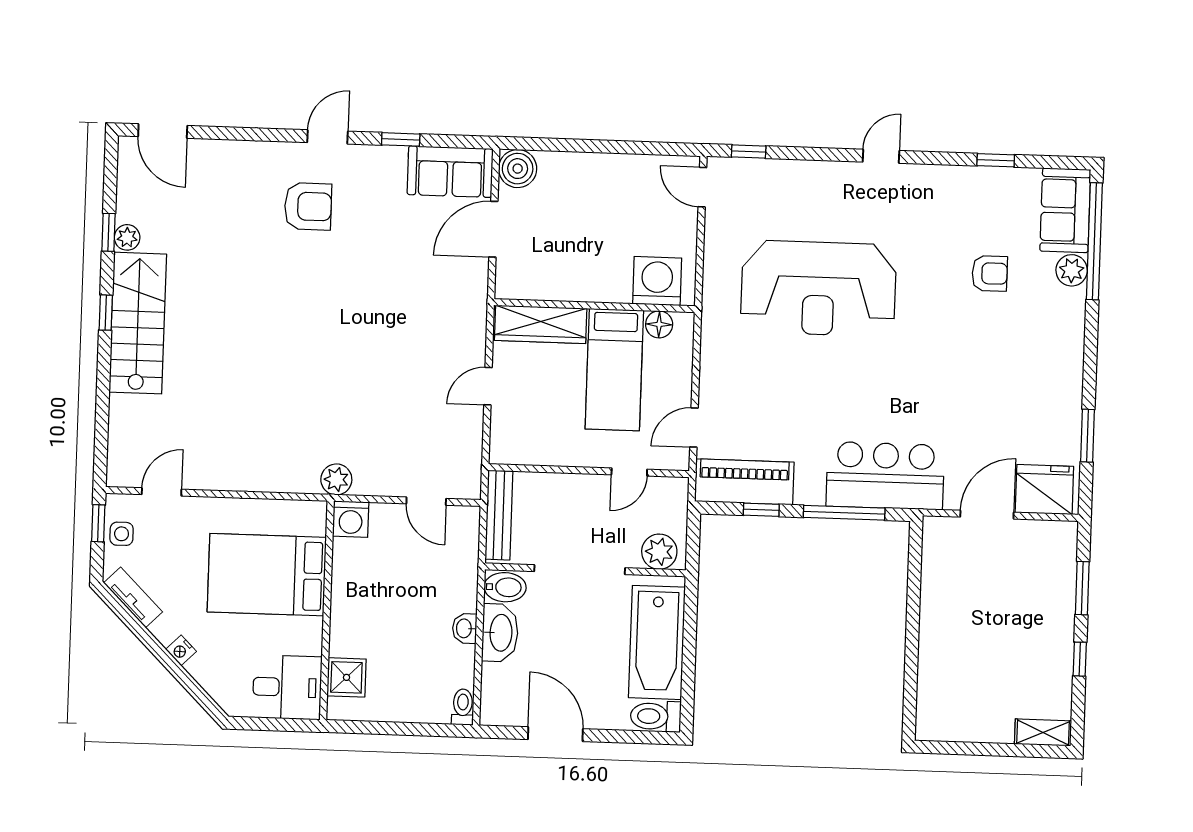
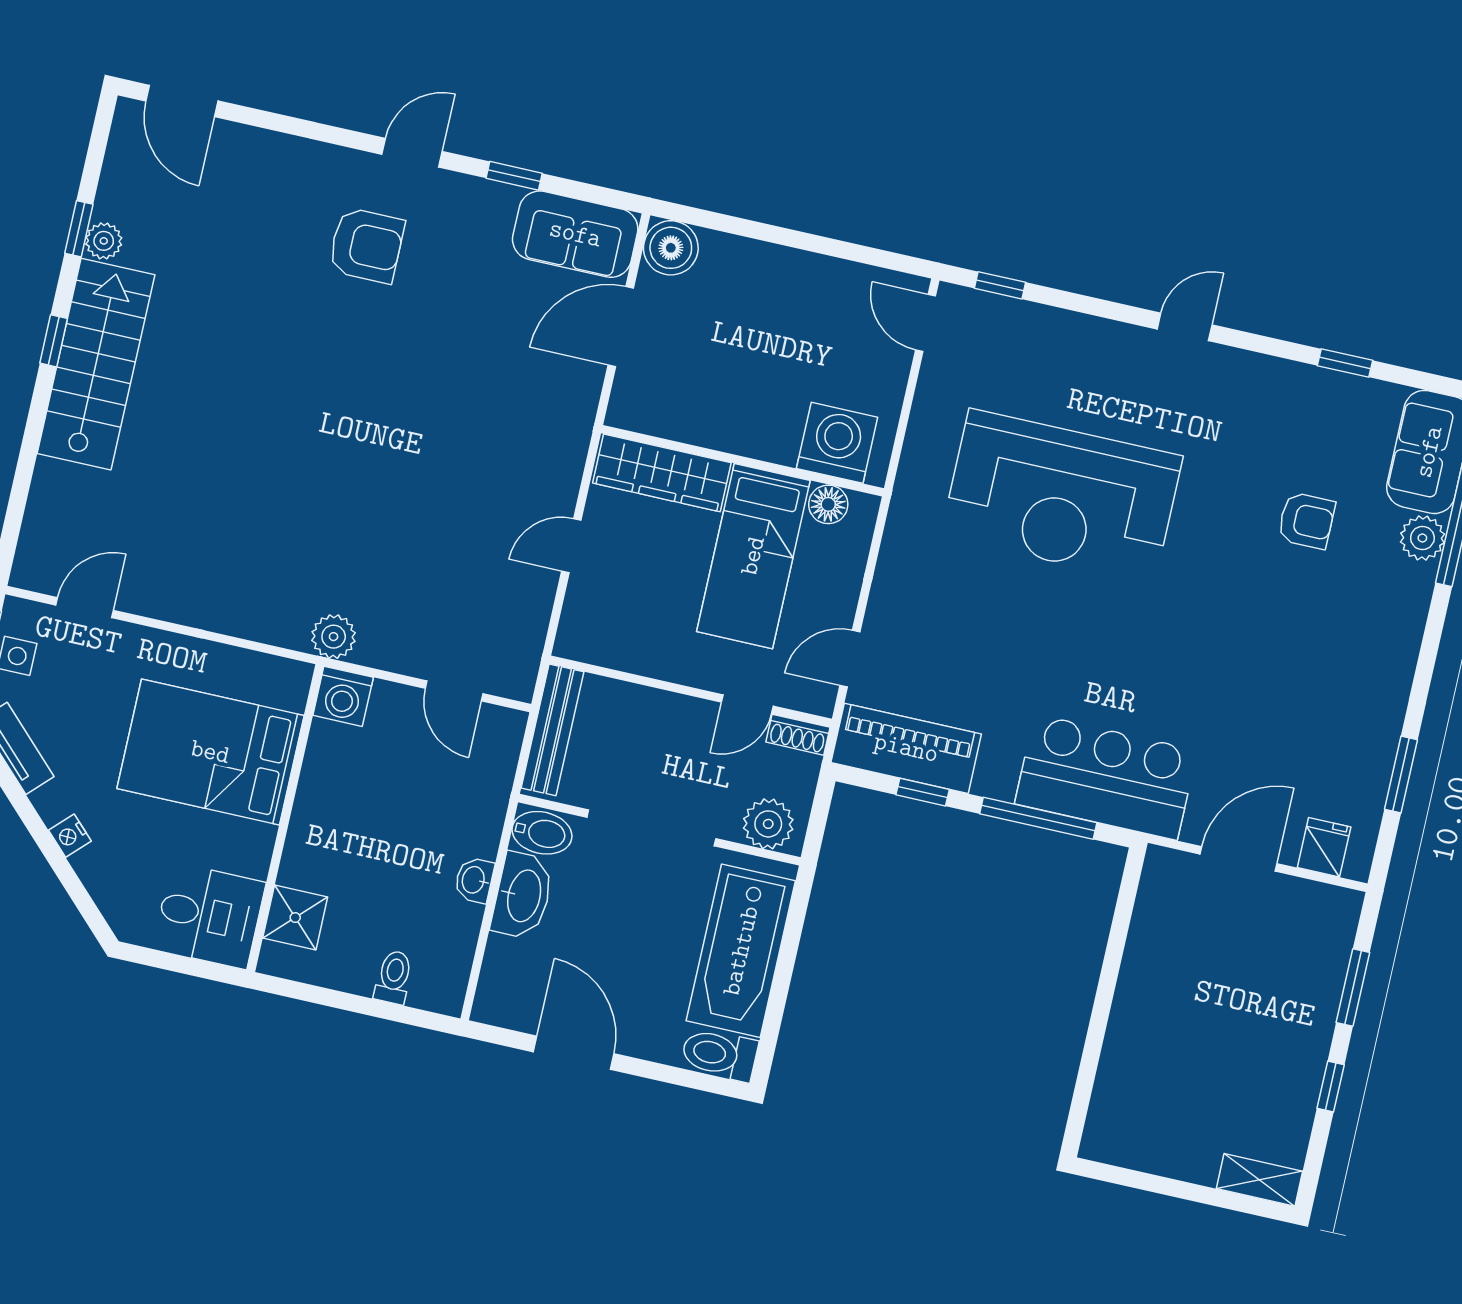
shoe rack: (668, 487) -> (798, 735), added
fridge: (1044, 490) -> (1324, 847), width x0.53, depth x0.75
toilet: (463, 707) -> (394, 977), moved

